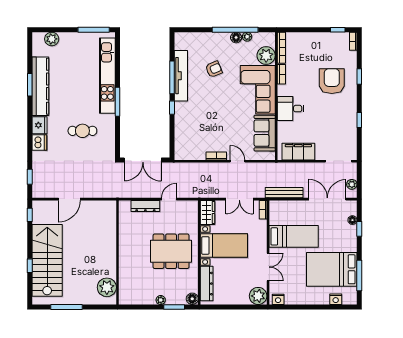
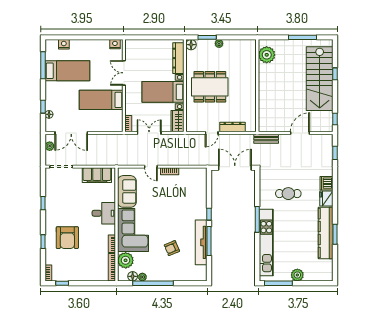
floor lamp: (236, 37) -> (133, 276), moved
plant: (52, 39) -> (297, 275), moved
bench: (284, 193) -> (266, 139), moved, width x0.73
bed: (332, 269) -> (67, 71), width x0.67
plant: (258, 296) -> (133, 47), removed

